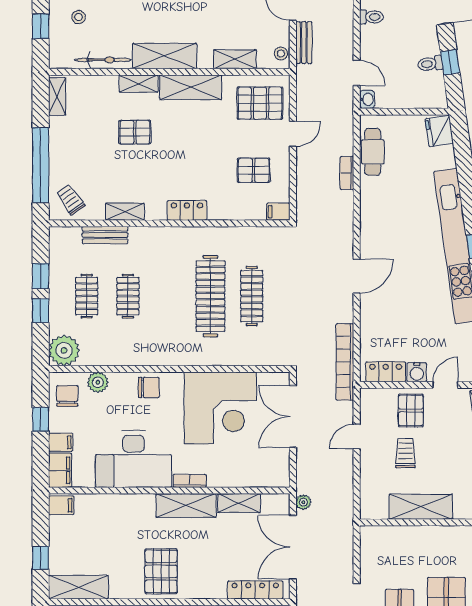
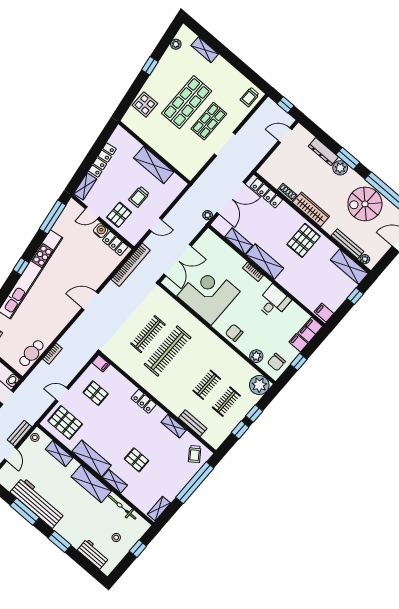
desk: (134, 459) -> (273, 302), width x0.53, depth x0.77

